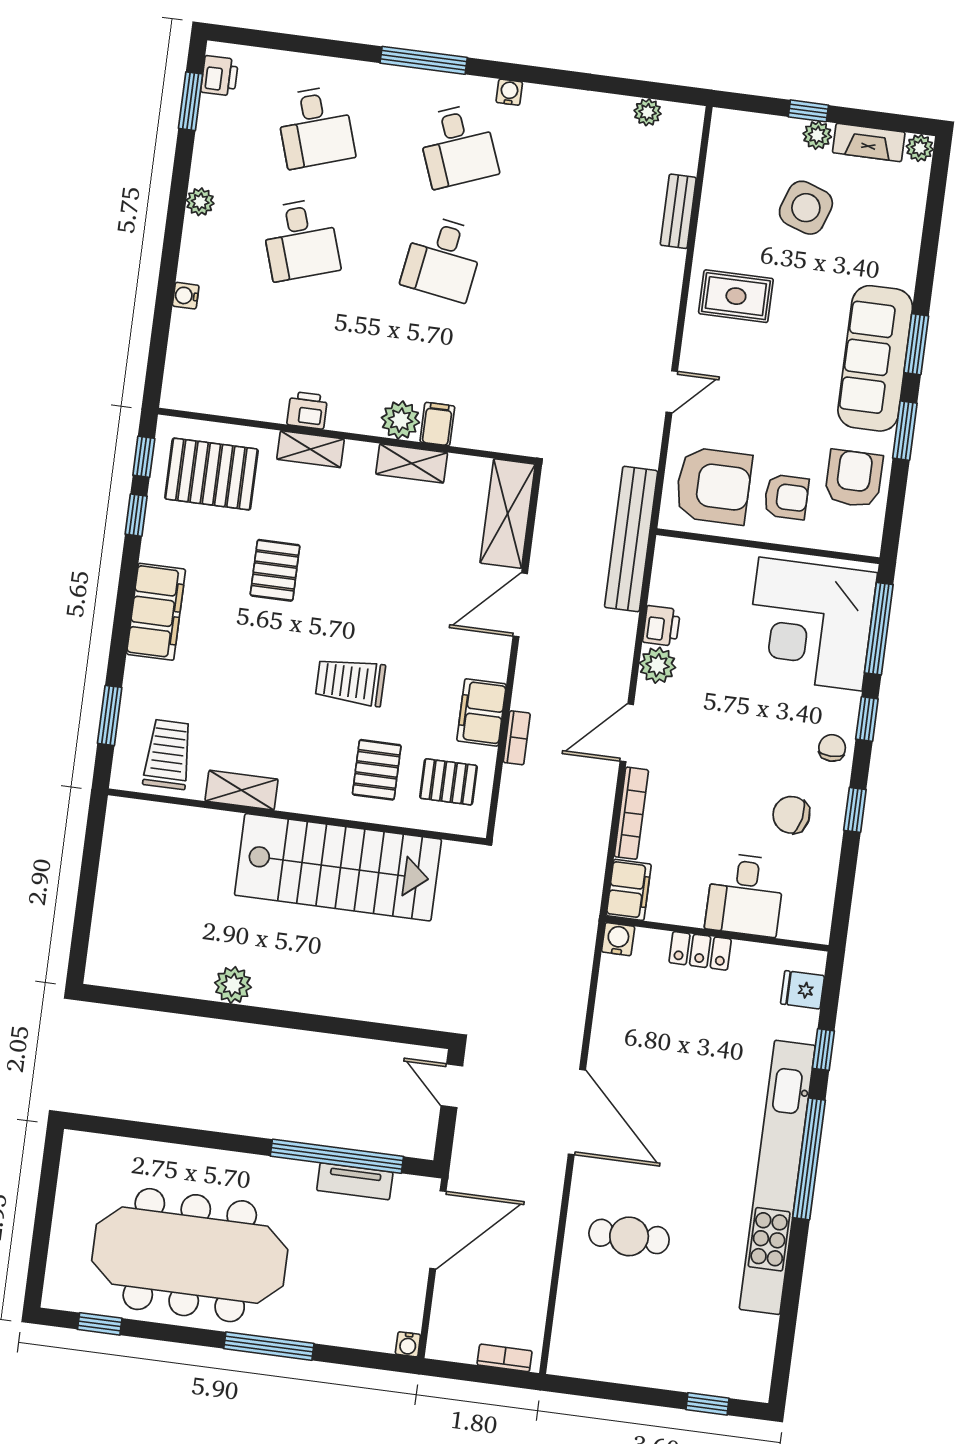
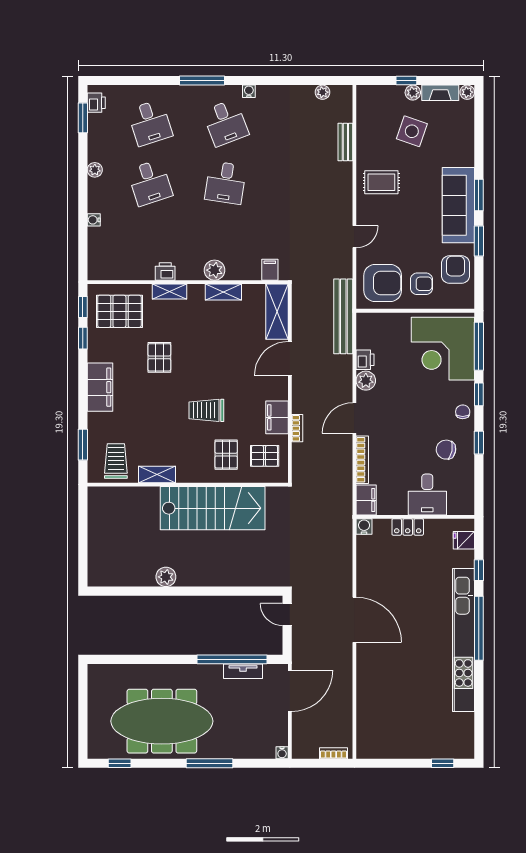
filing cabinet: (437, 424) -> (270, 270), moved
cafe table: (629, 1236) -> (390, 681), removed

